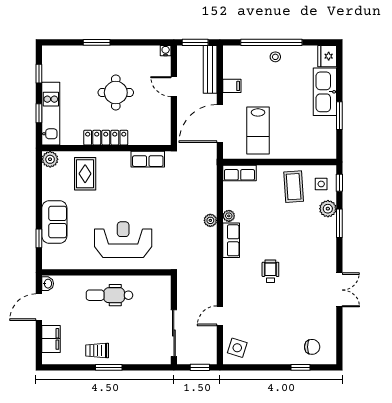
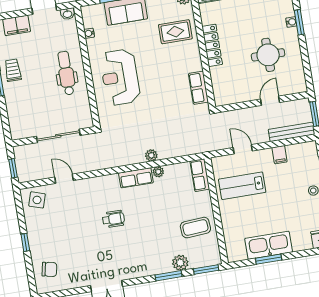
water cooler: (166, 51) -> (291, 22), moved
kitchen sink: (325, 92) -> (269, 245), moved
round table: (116, 93) -> (268, 55), moved
door: (220, 123) -> (243, 149), width x0.53
window: (339, 183) -> (206, 270), width x1.50
side table: (321, 184) -> (202, 253), removed
reception desk: (123, 240) -> (120, 77), turned 180
water cooler: (72, 264) -> (89, 33), added
sliding door: (174, 333) -> (58, 136), moved
chair: (312, 347) -> (49, 269), turned -78
window: (301, 367) -> (25, 242), moved

